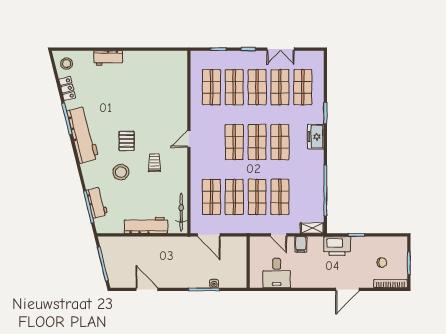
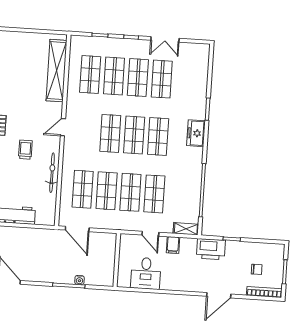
shelving: (179, 86) -> (57, 71), added
shop shelf: (303, 87) -> (186, 81), removed
bicycle: (181, 212) -> (52, 173), moved

